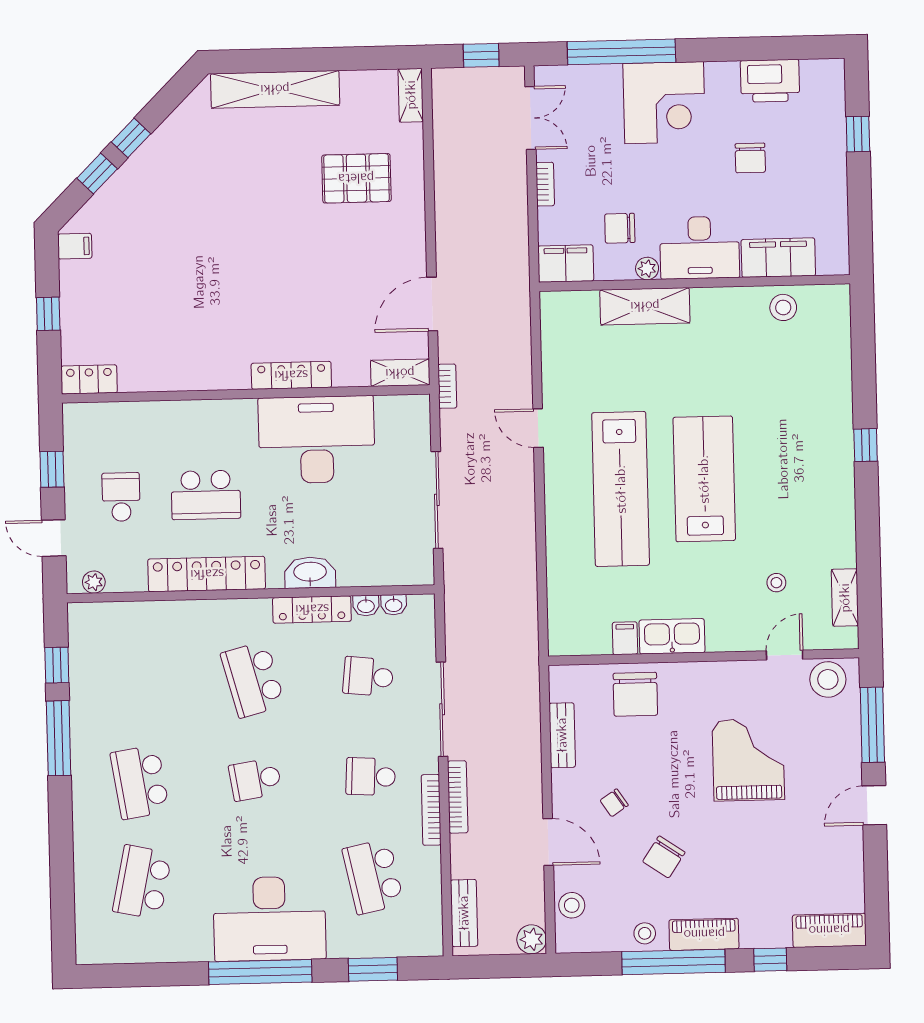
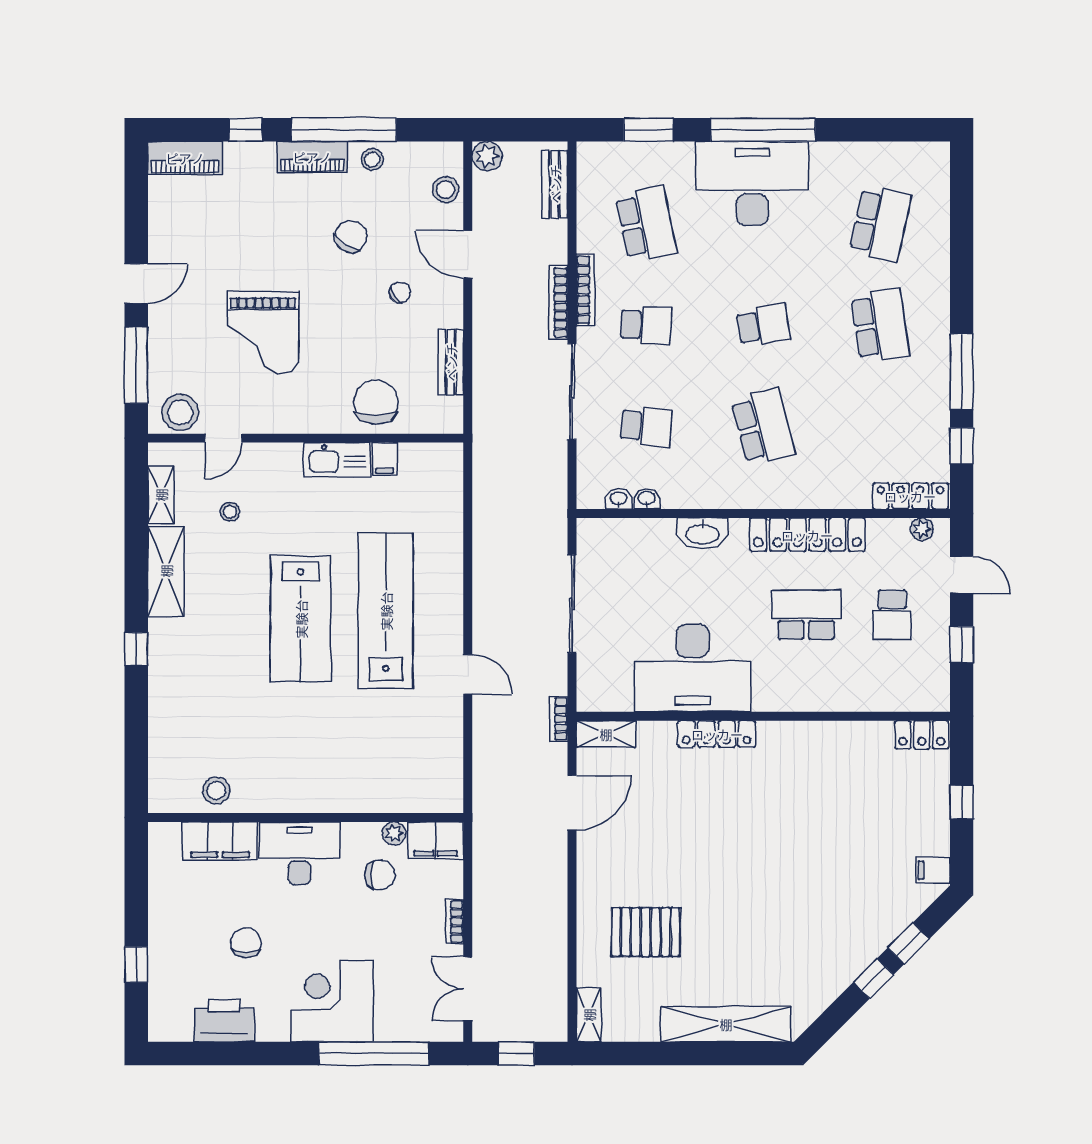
plant: (647, 268) -> (394, 833), moved
shelving: (645, 306) -> (166, 571), moved, turned 90
locker: (312, 609) -> (910, 496), moved

